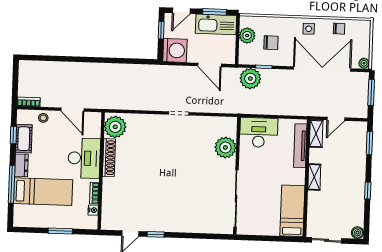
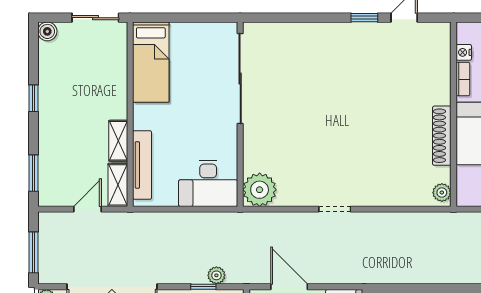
plant: (250, 79) -> (216, 275), width x0.53, depth x0.53
plant: (115, 127) -> (442, 192), width x0.53, depth x0.53
plant: (225, 147) -> (260, 190), moved
shelving: (314, 177) -> (118, 141), moved

